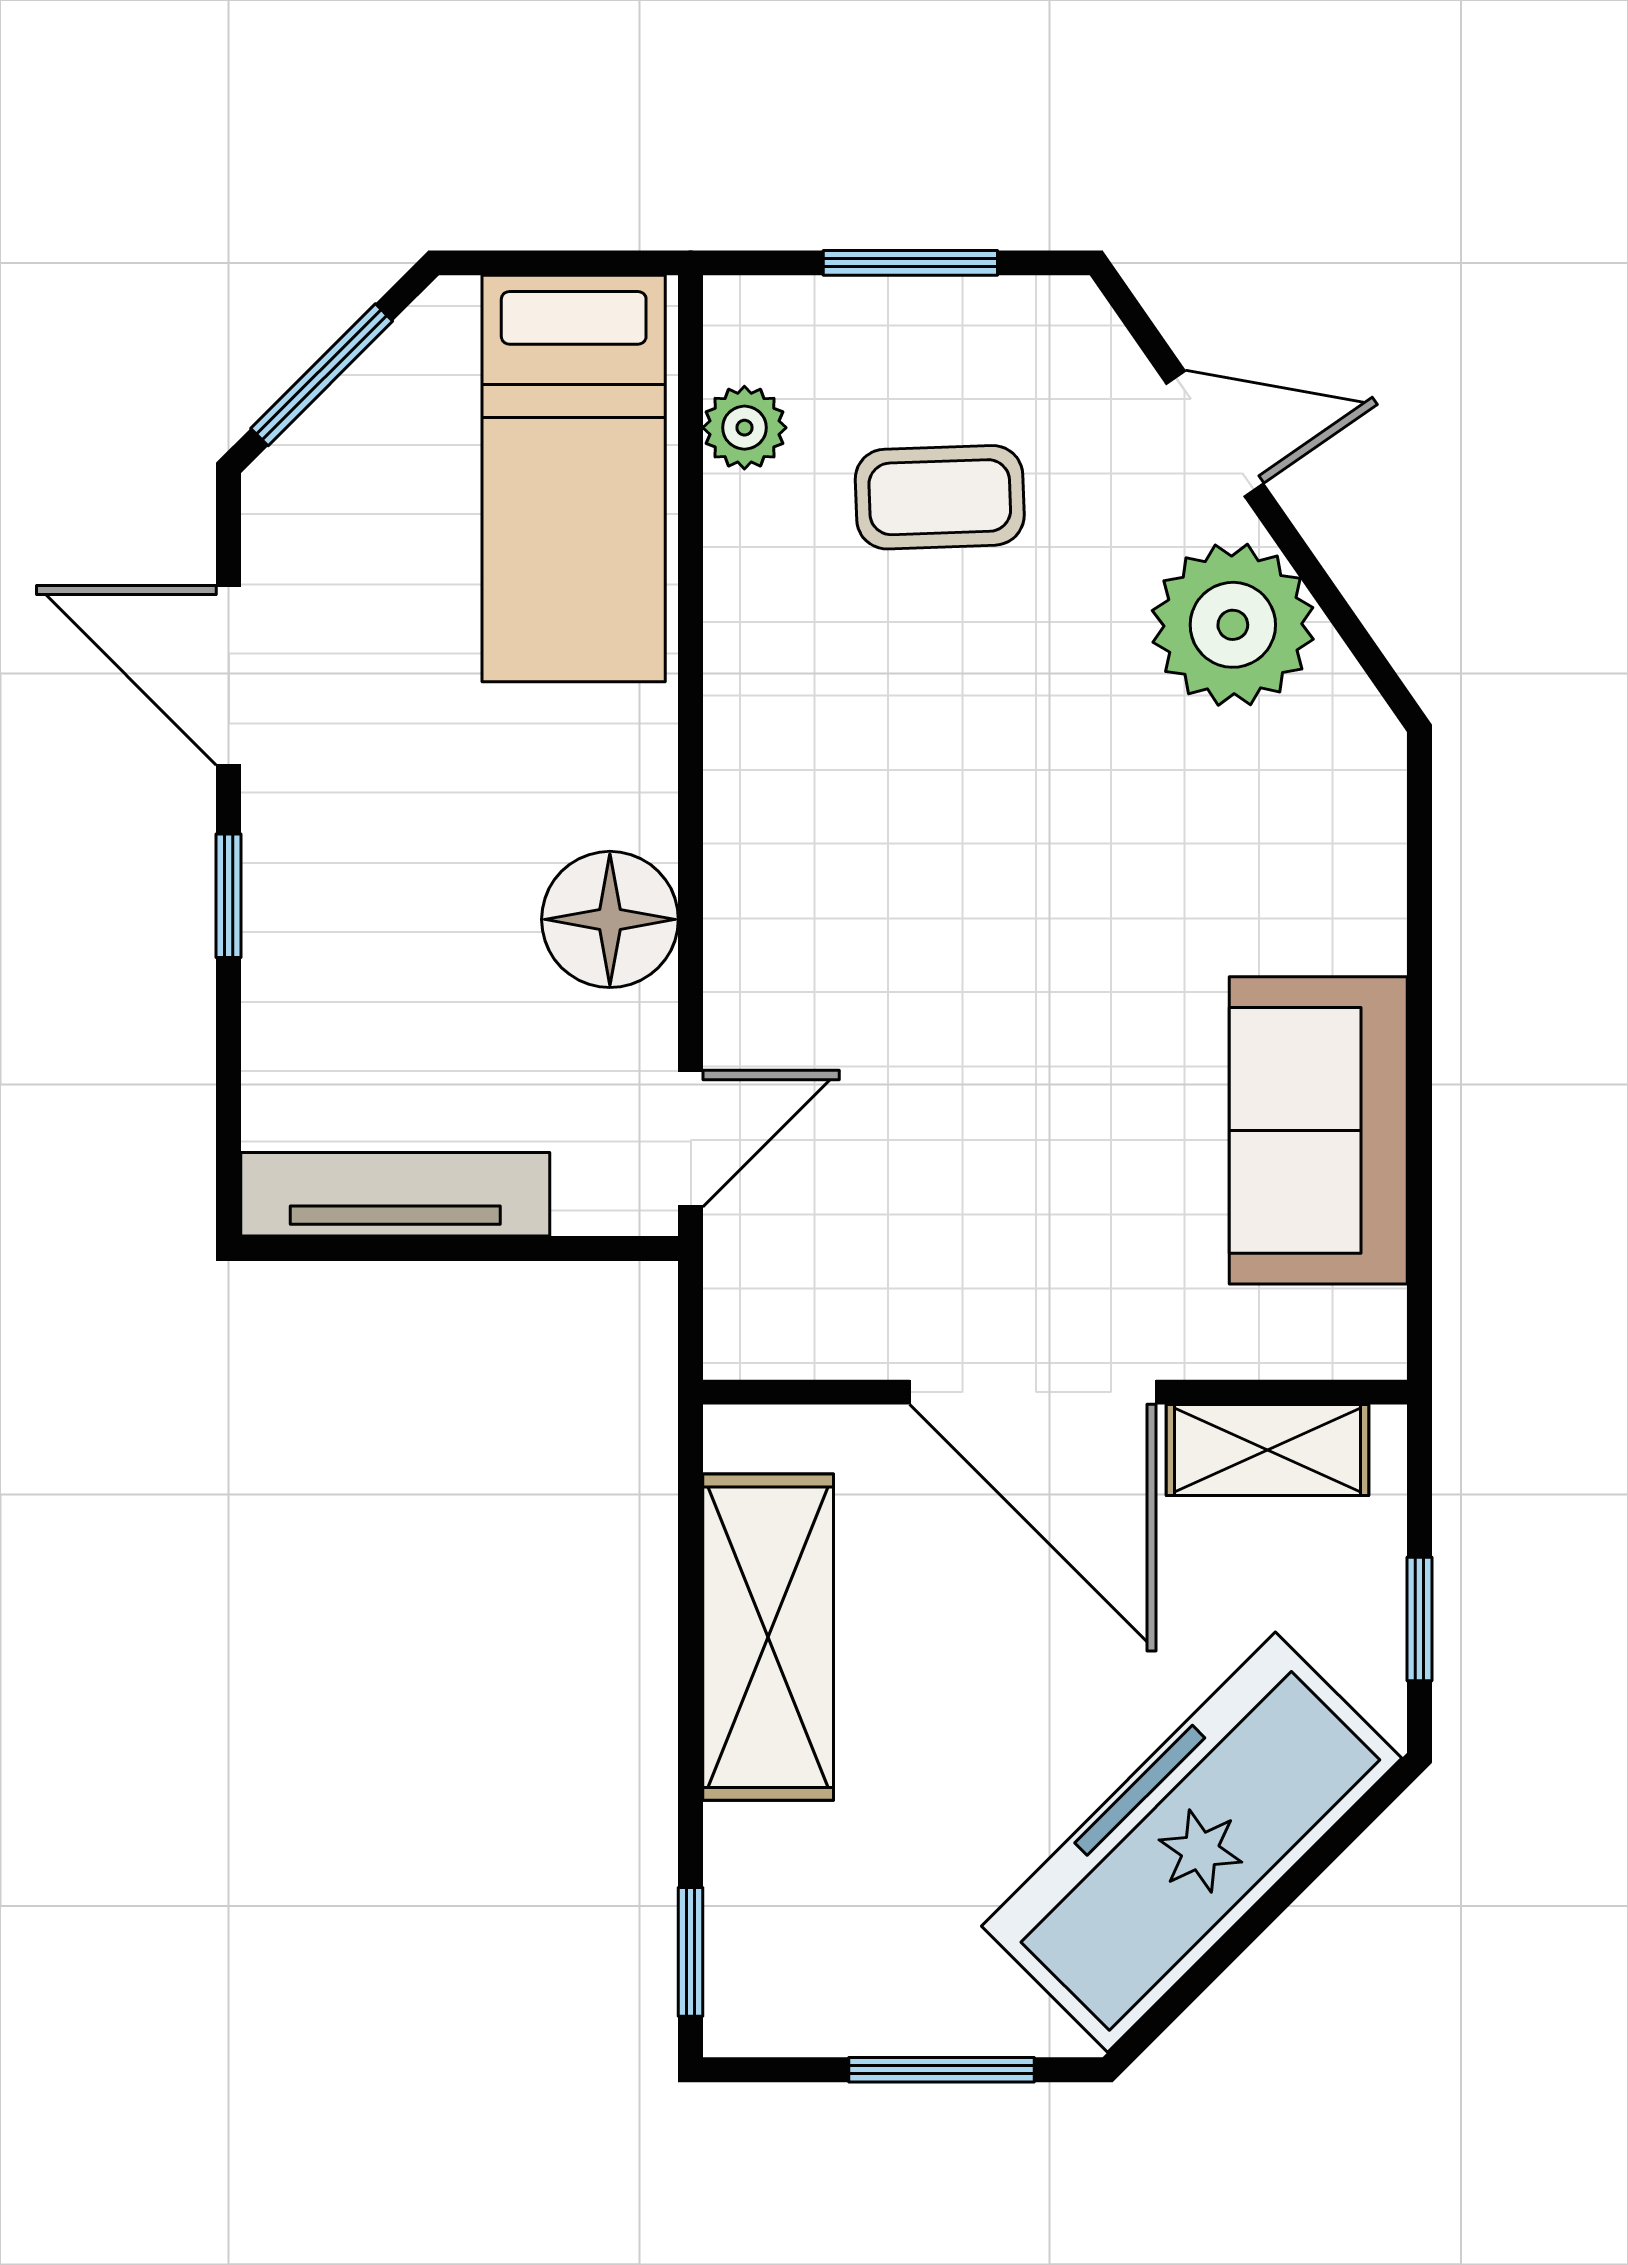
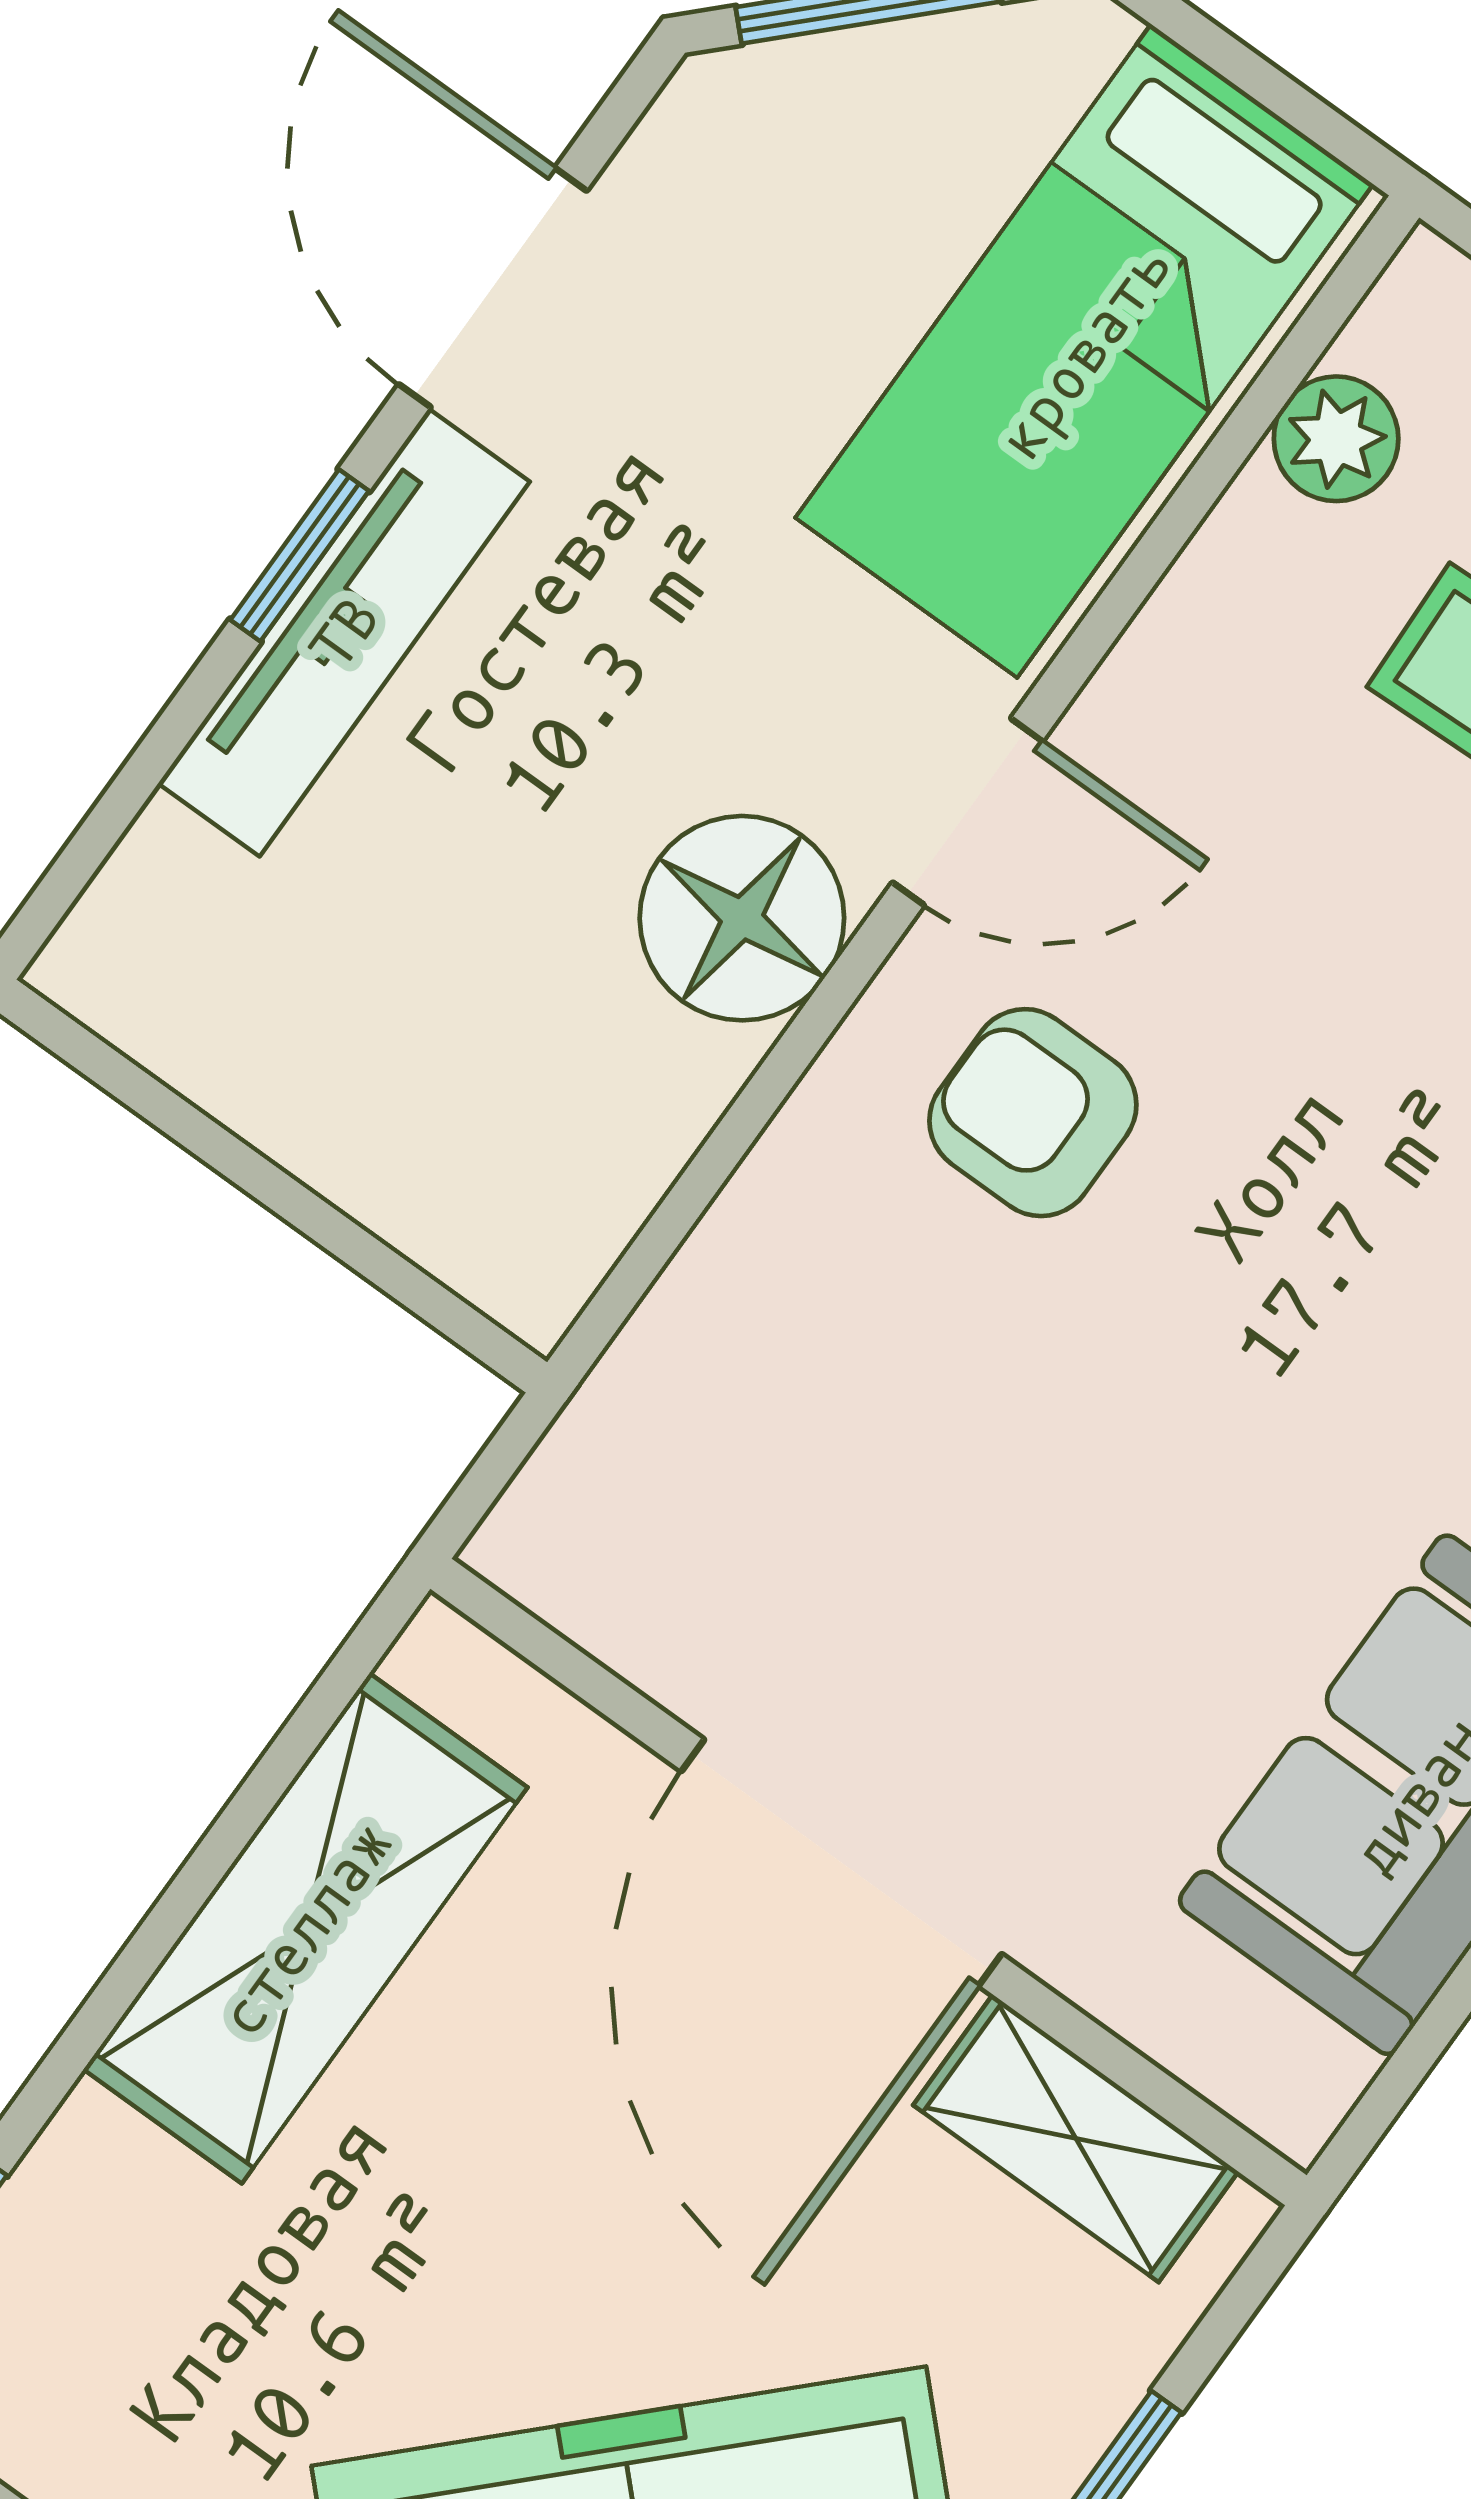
armchair: (844, 911) -> (1033, 1113), added
door: (691, 1139) -> (967, 812), moved
tv unit: (395, 1194) -> (344, 632), moved, turned 90

